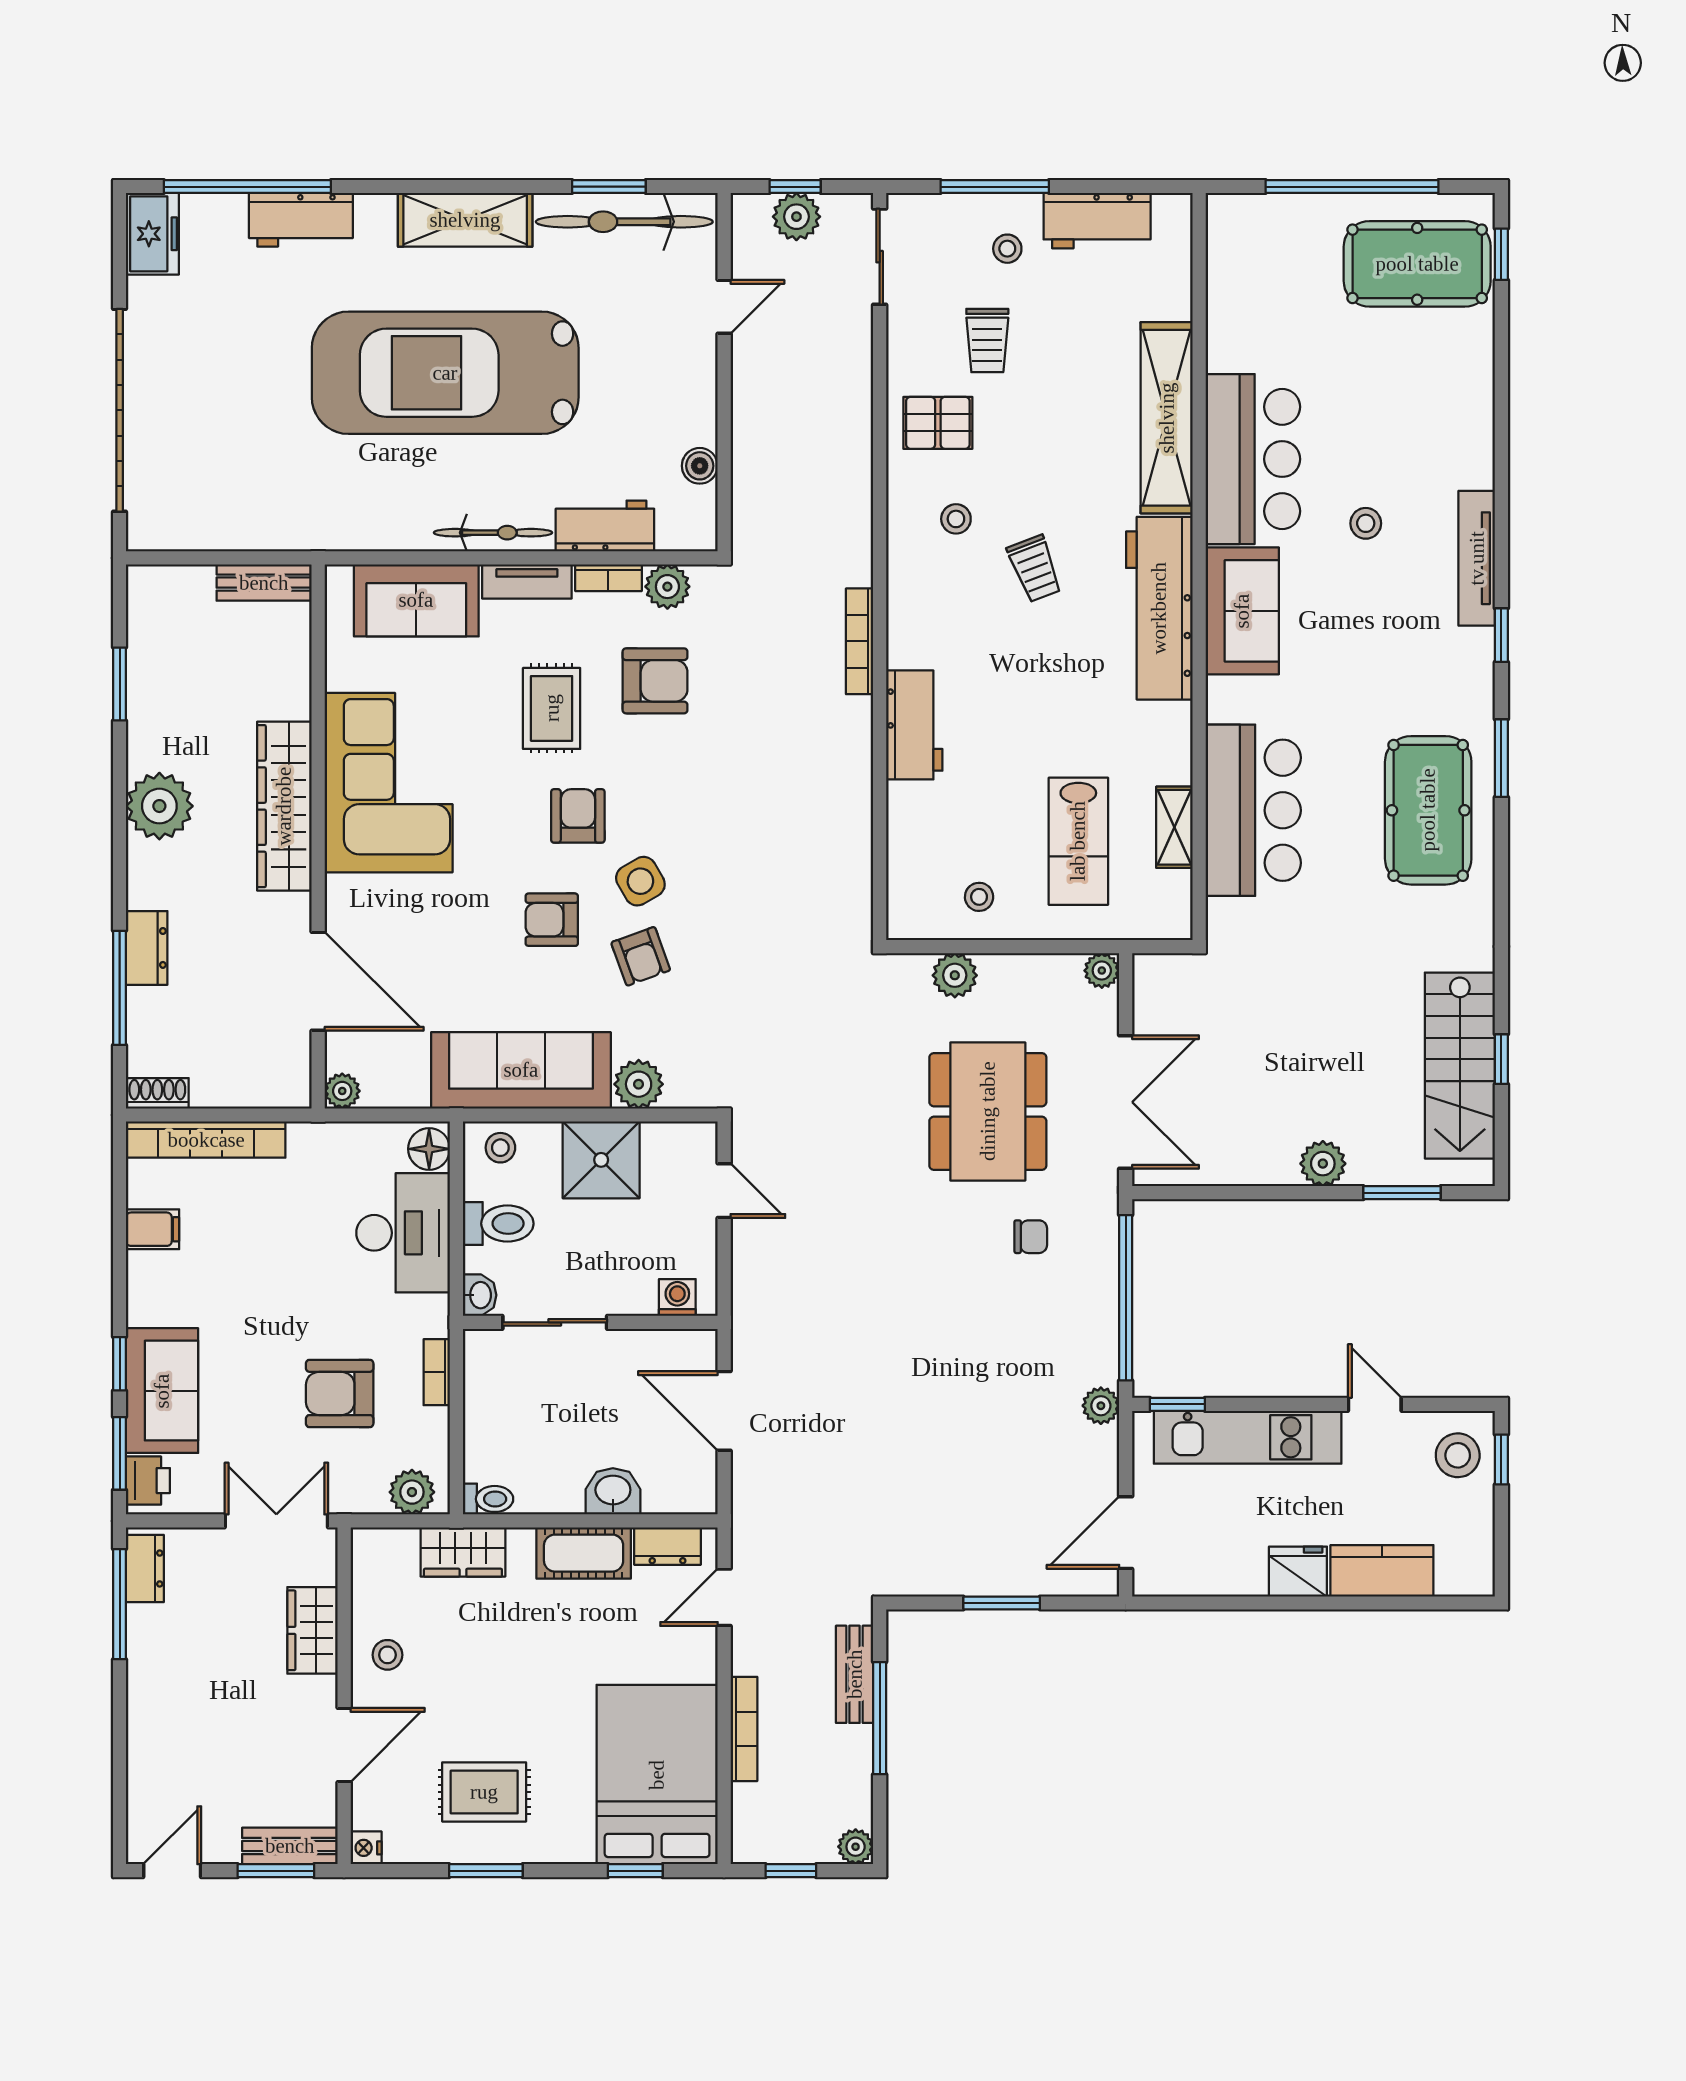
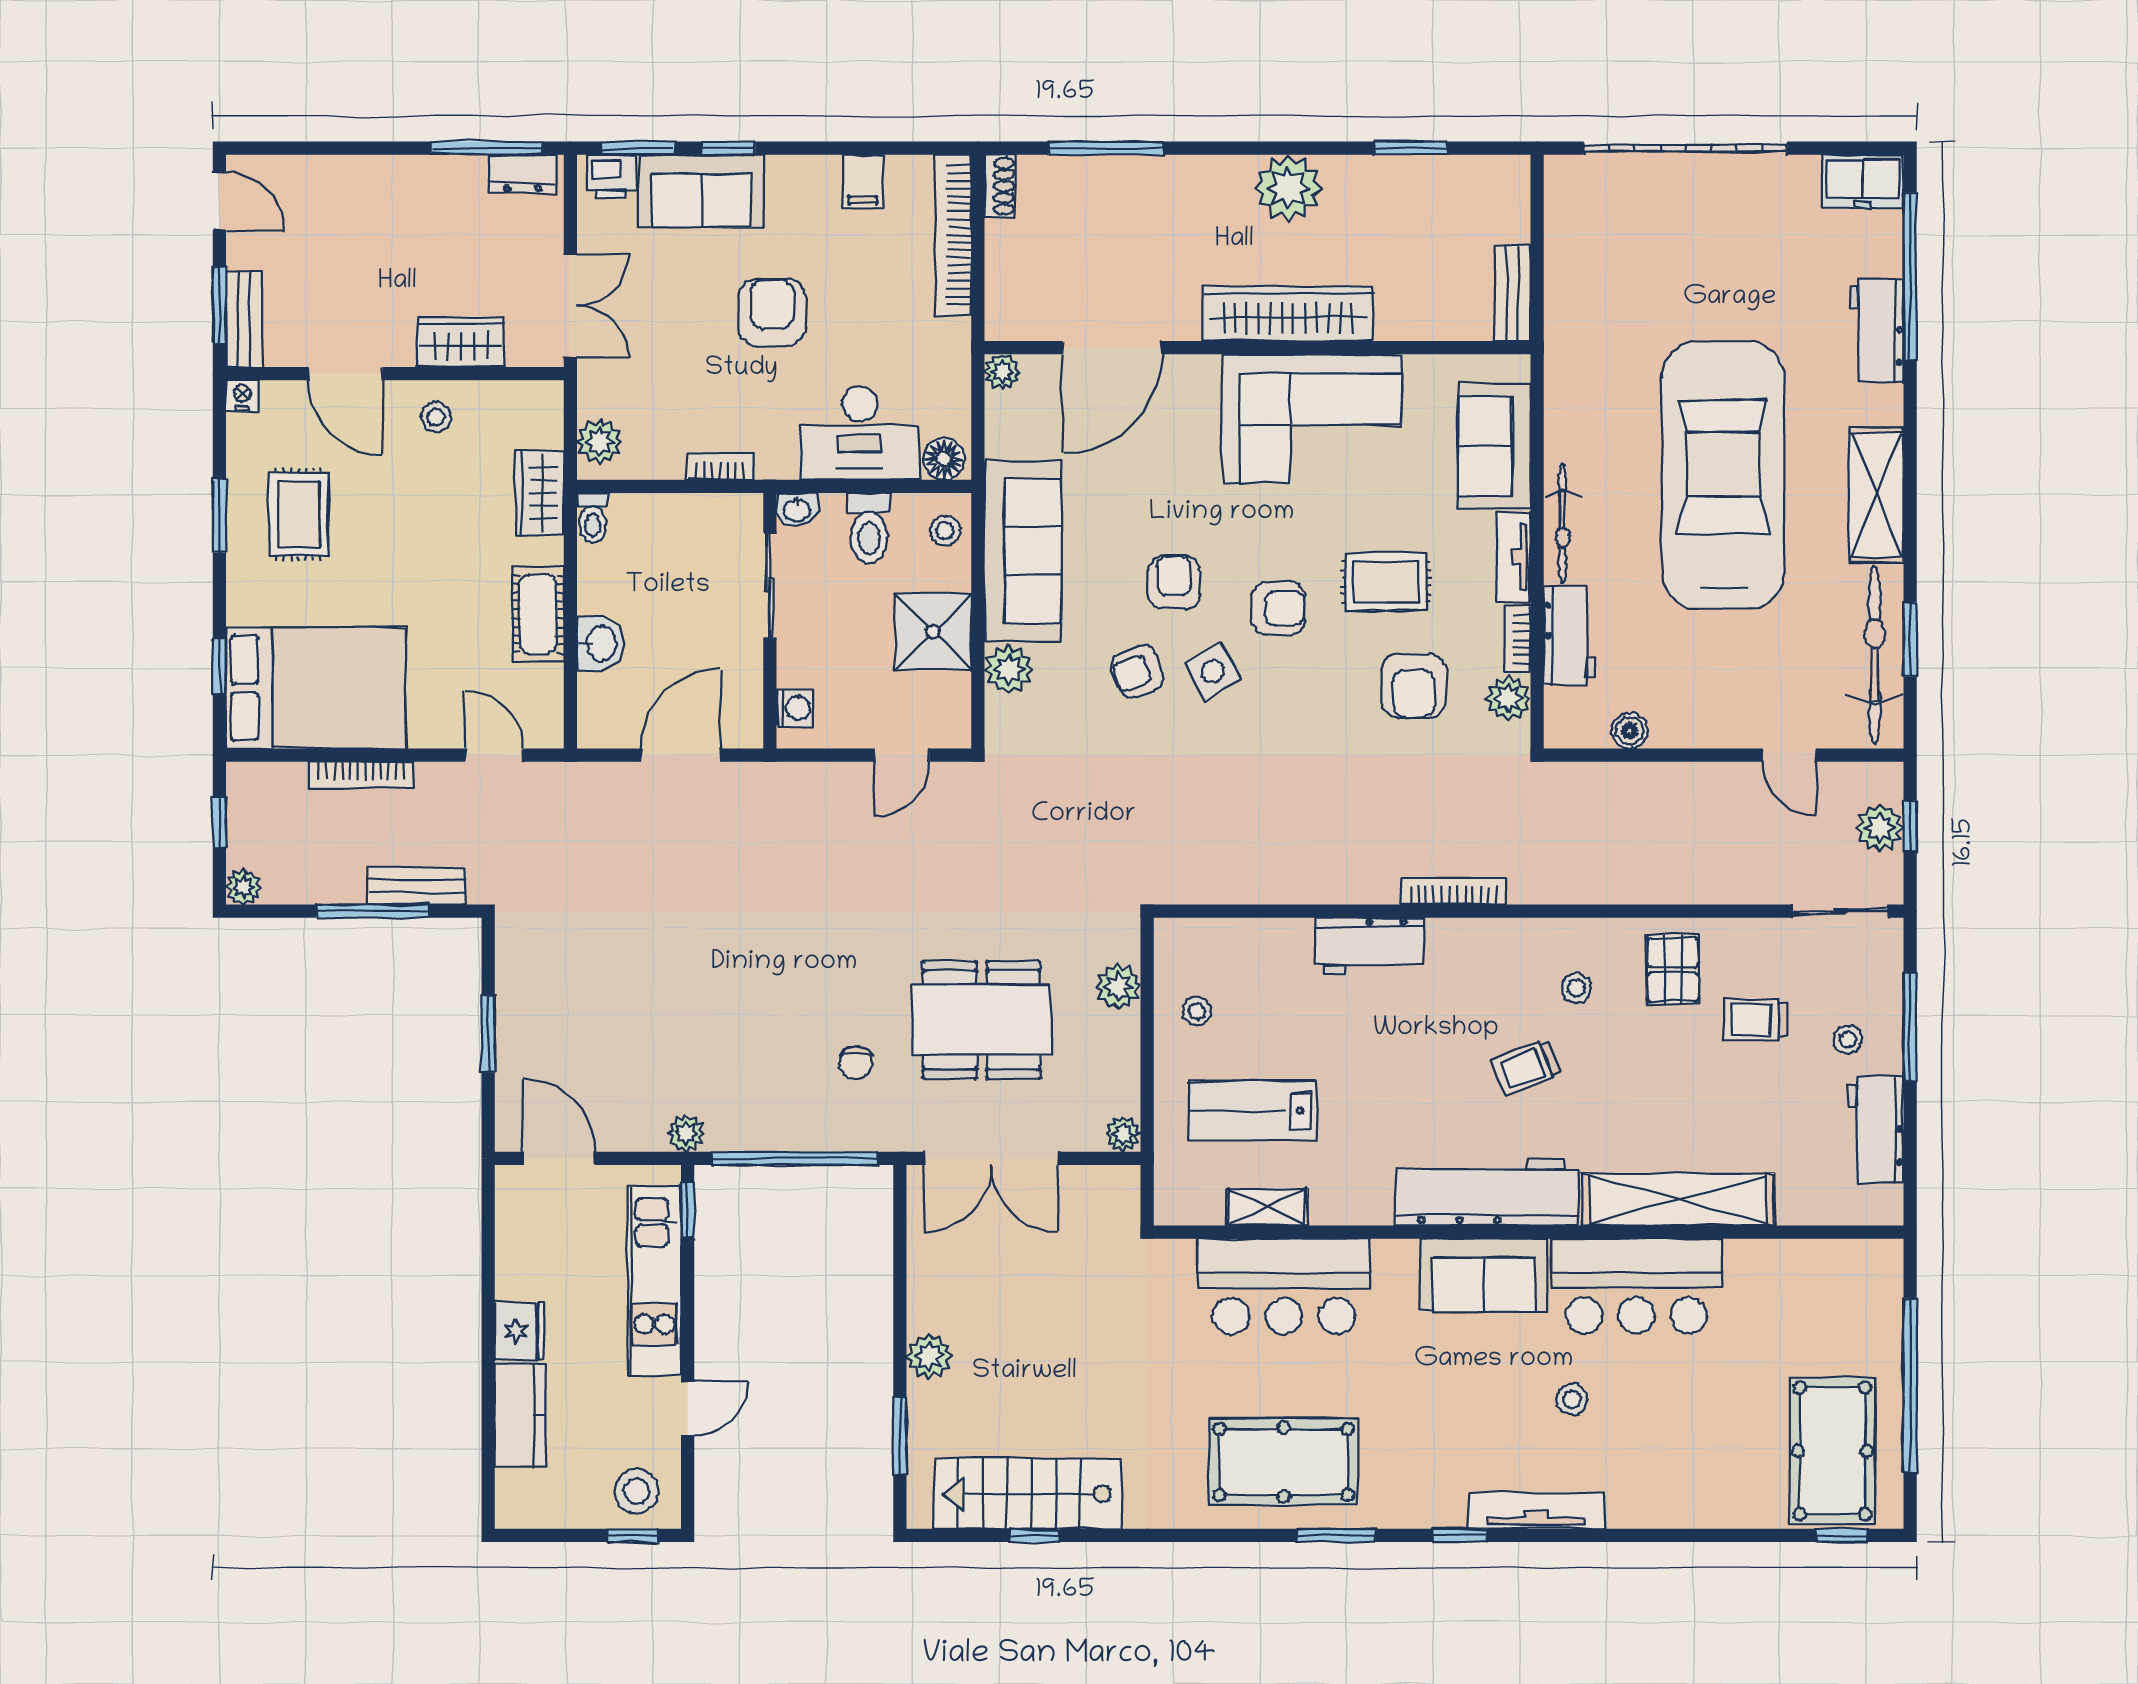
dresser: (147, 948) -> (1146, 176), removed
armchair: (340, 1393) -> (772, 312), moved
dresser: (668, 1546) -> (545, 698), removed

